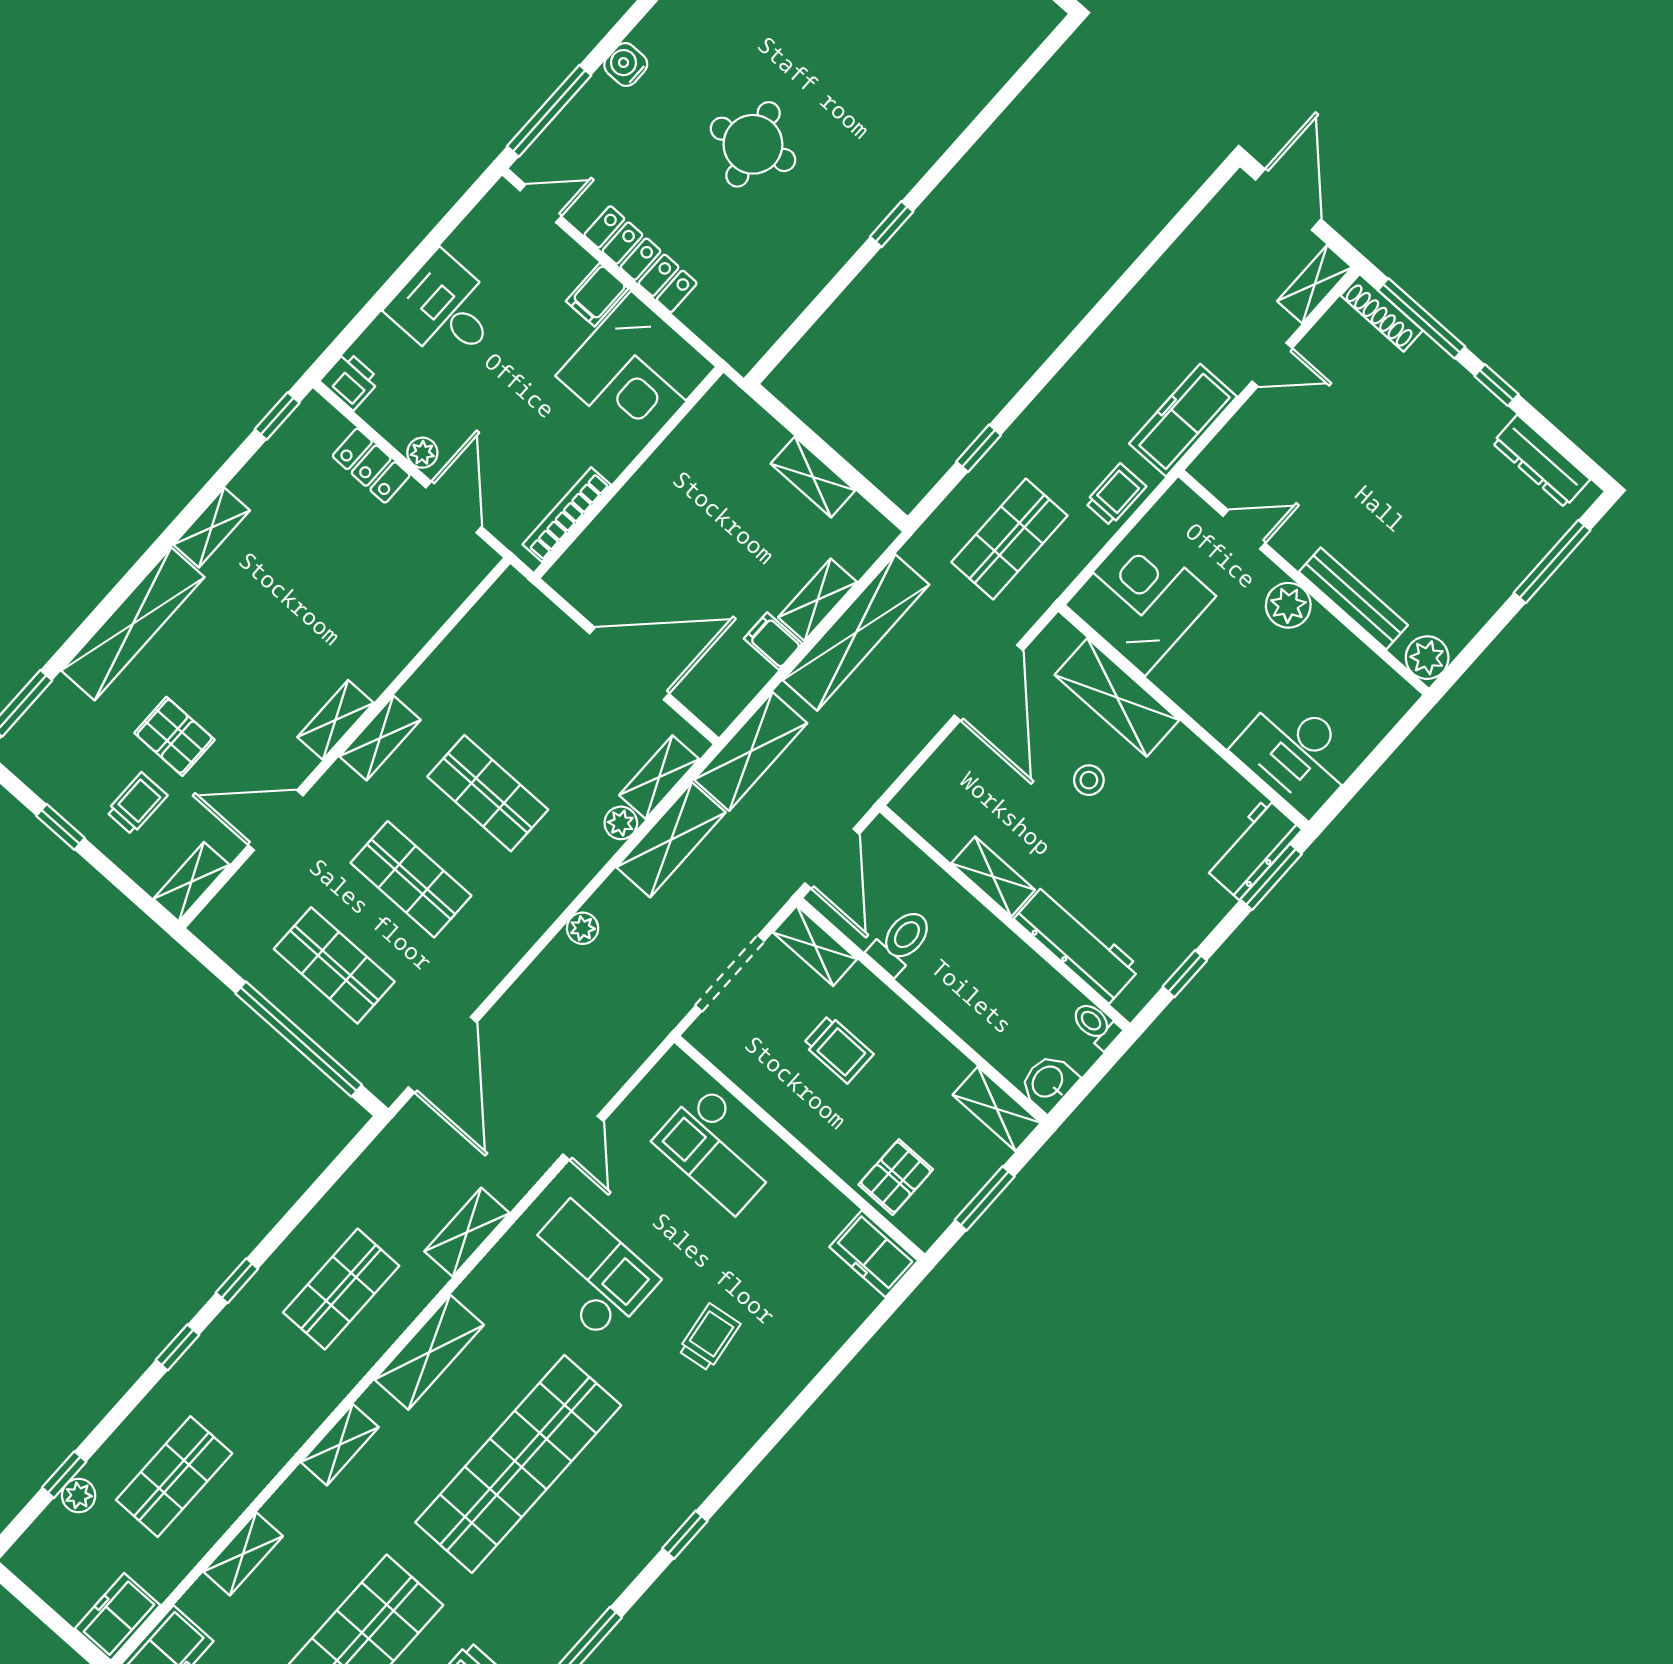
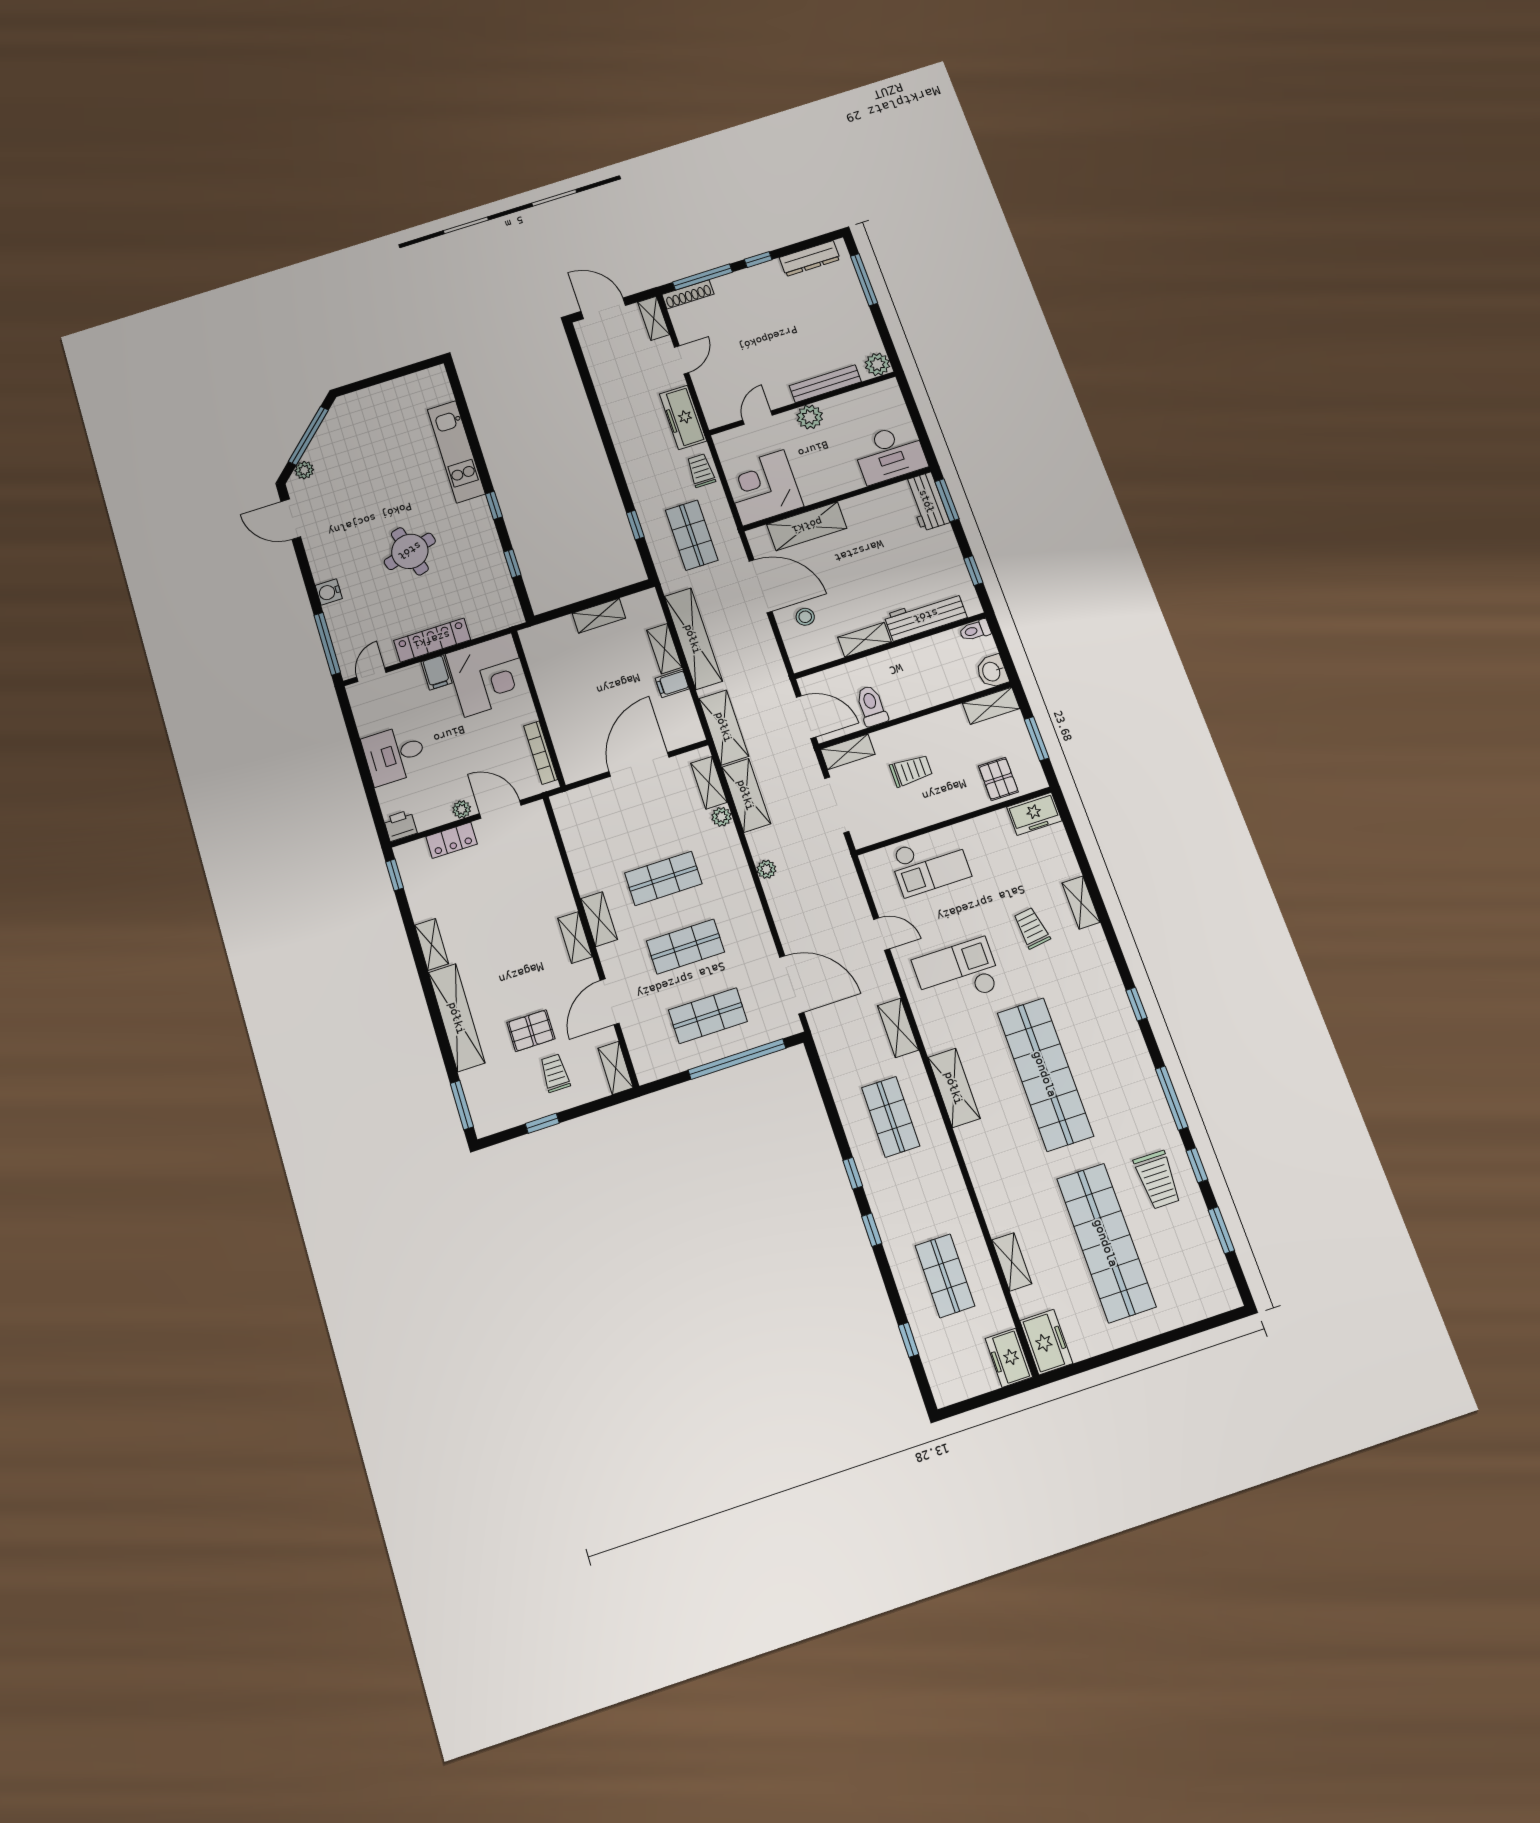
kitchen unit: (942, 118) -> (456, 452), added
window: (820, 305) -> (512, 564), added
stool: (1089, 780) -> (805, 617), moved
shelving: (340, 1445) -> (1081, 903), moved
plant: (79, 1496) -> (925, 1339), removed

